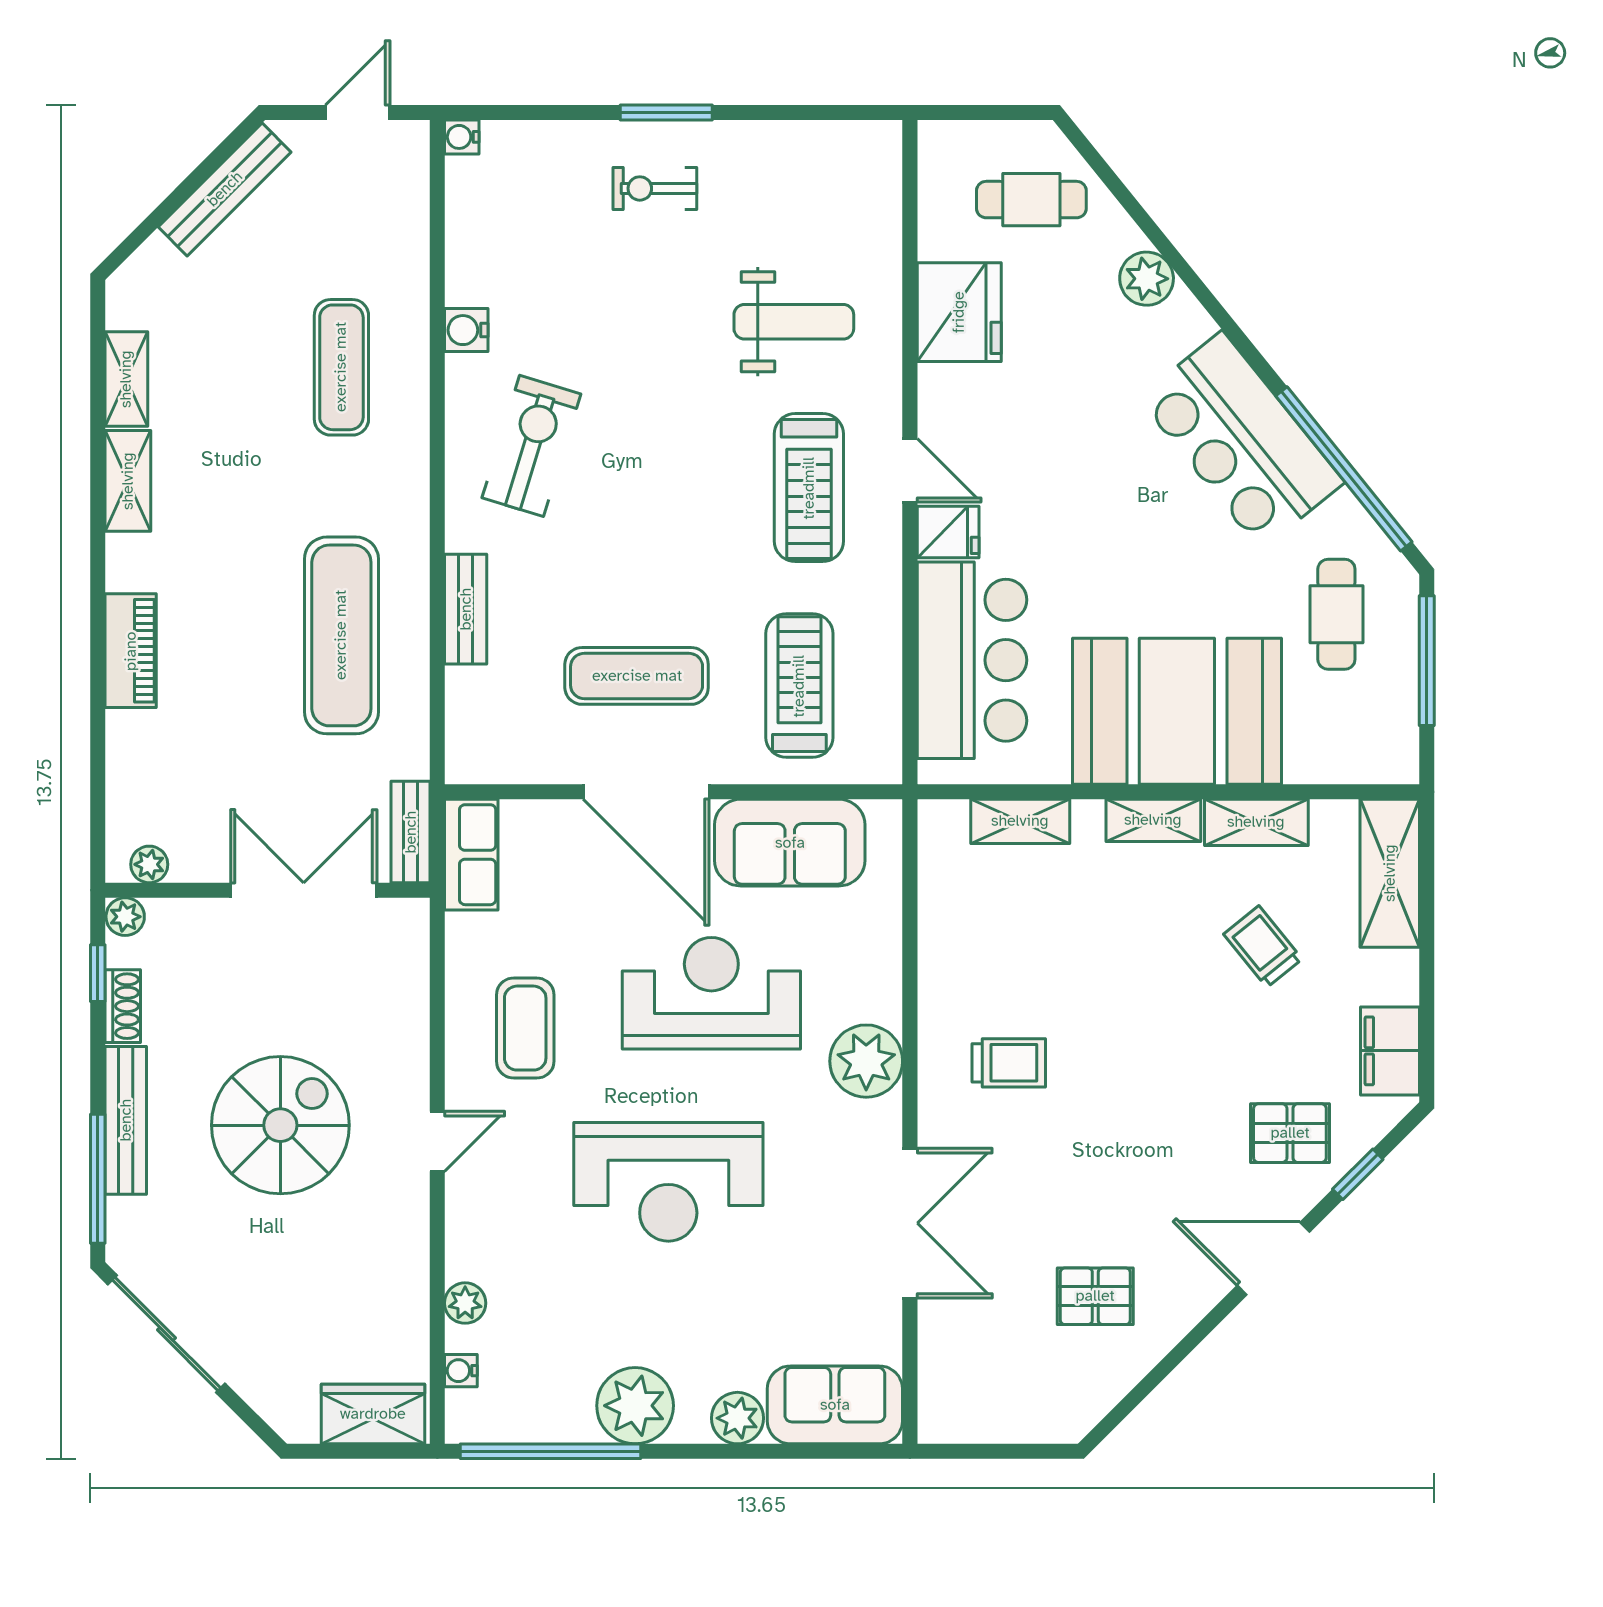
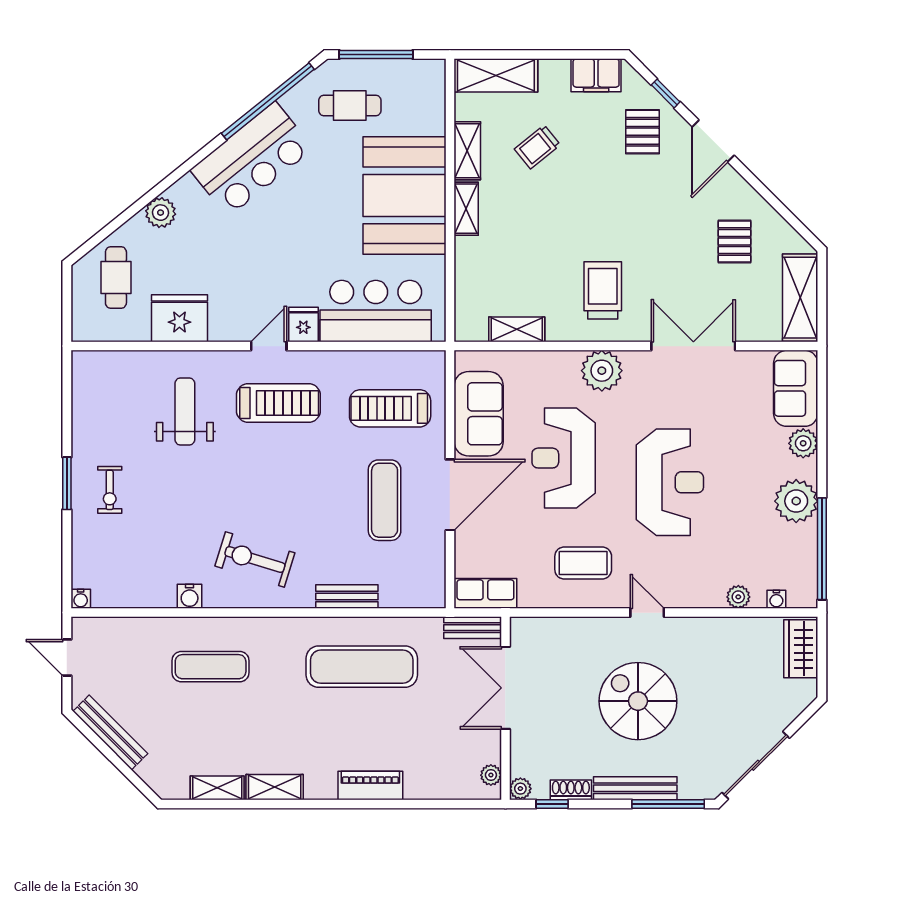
shelving: (1020, 821) -> (517, 329), moved, turned 90
trolley: (1009, 1063) -> (603, 290), width x1.36, depth x1.39
shelving: (996, 1413) -> (800, 298), added

